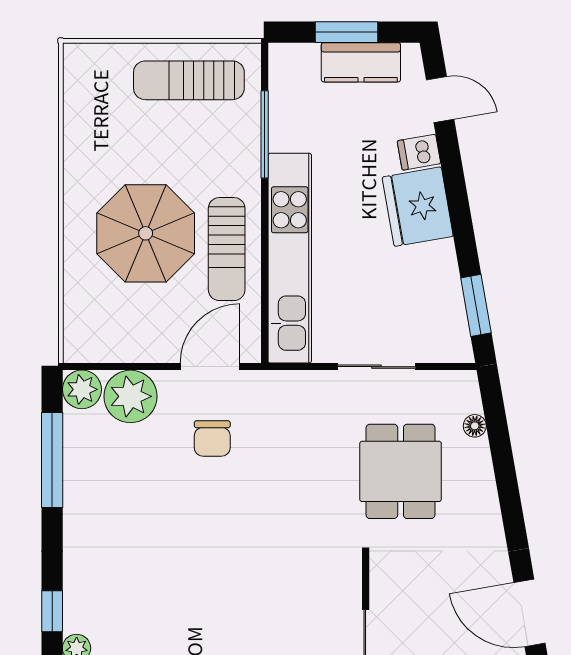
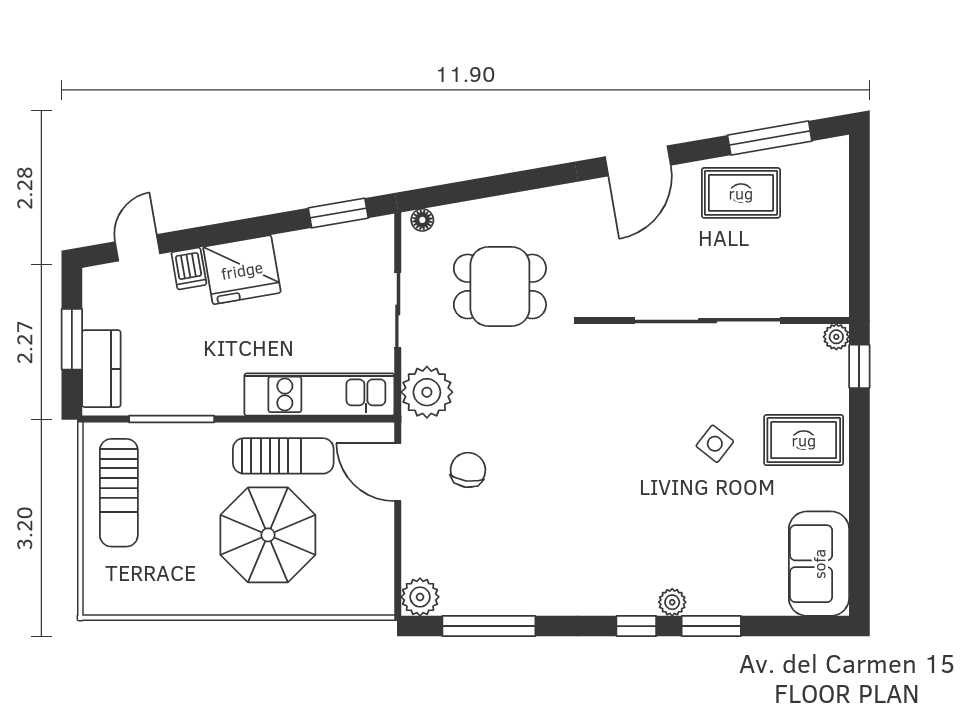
kitchen counter: (361, 62) -> (101, 369), moved
kitchen unit: (290, 258) -> (319, 394), width x0.73
plant: (131, 396) -> (427, 392), moved
floor lamp: (475, 426) -> (422, 220), moved
chair: (212, 439) -> (468, 470), turned -82

